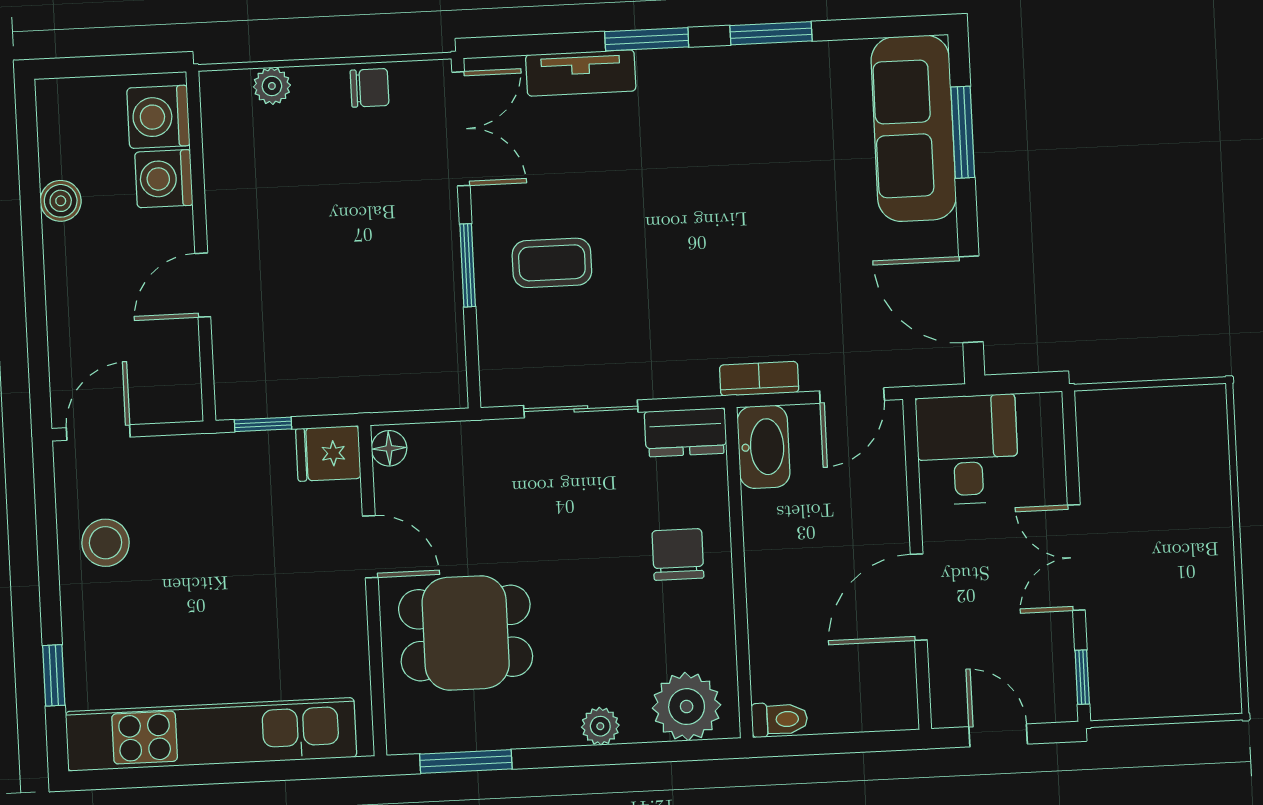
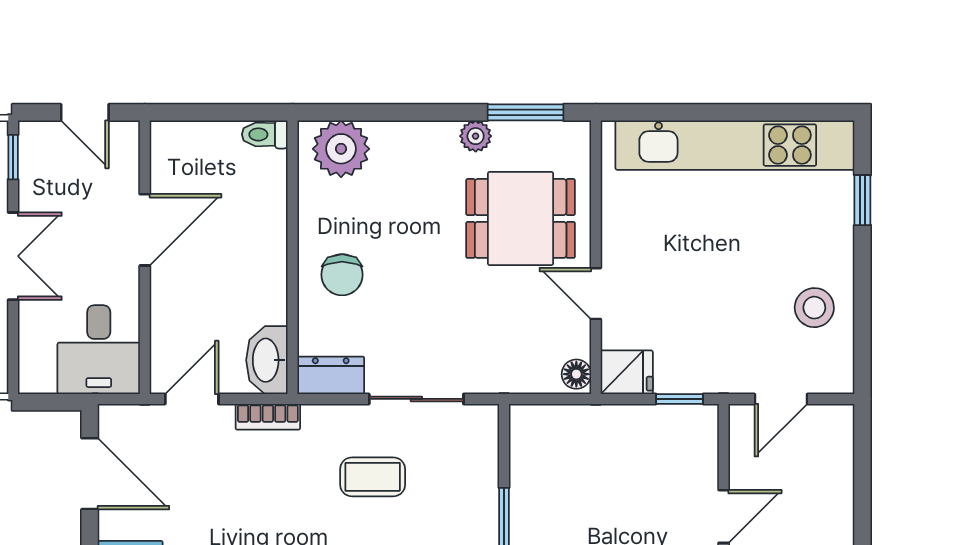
coffee table: (552, 263) -> (373, 477), moved
door: (98, 432) -> (781, 399), moved
plant: (600, 726) -> (476, 136), moved

